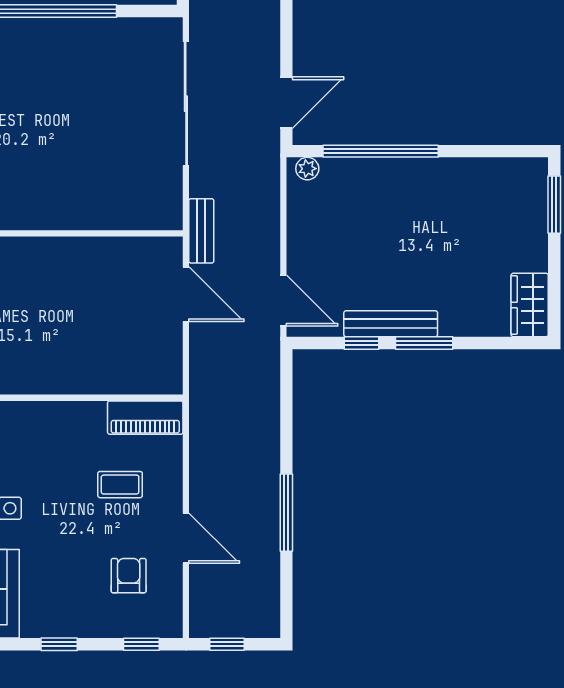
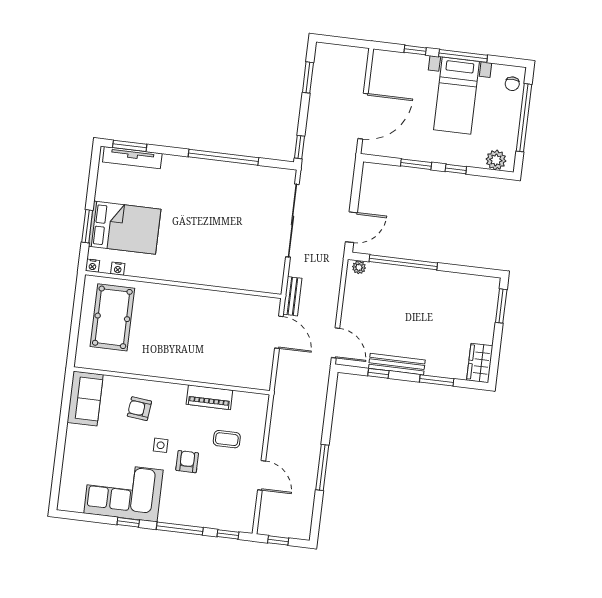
window: (424, 343) -> (437, 380), moved
piano: (145, 418) -> (209, 397), moved
armchair: (129, 576) -> (187, 462), moved
window: (59, 644) -> (180, 529), width x2.17

